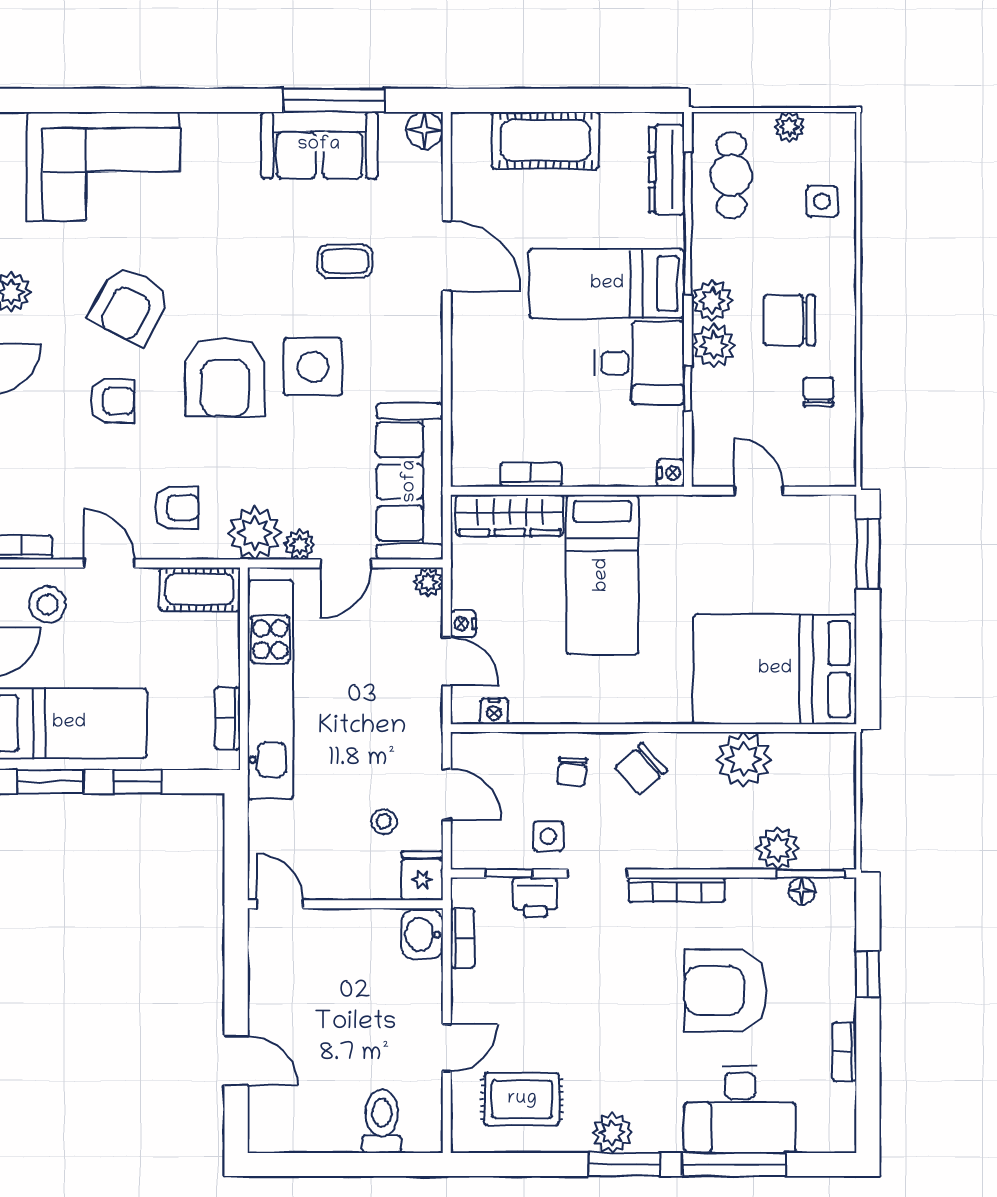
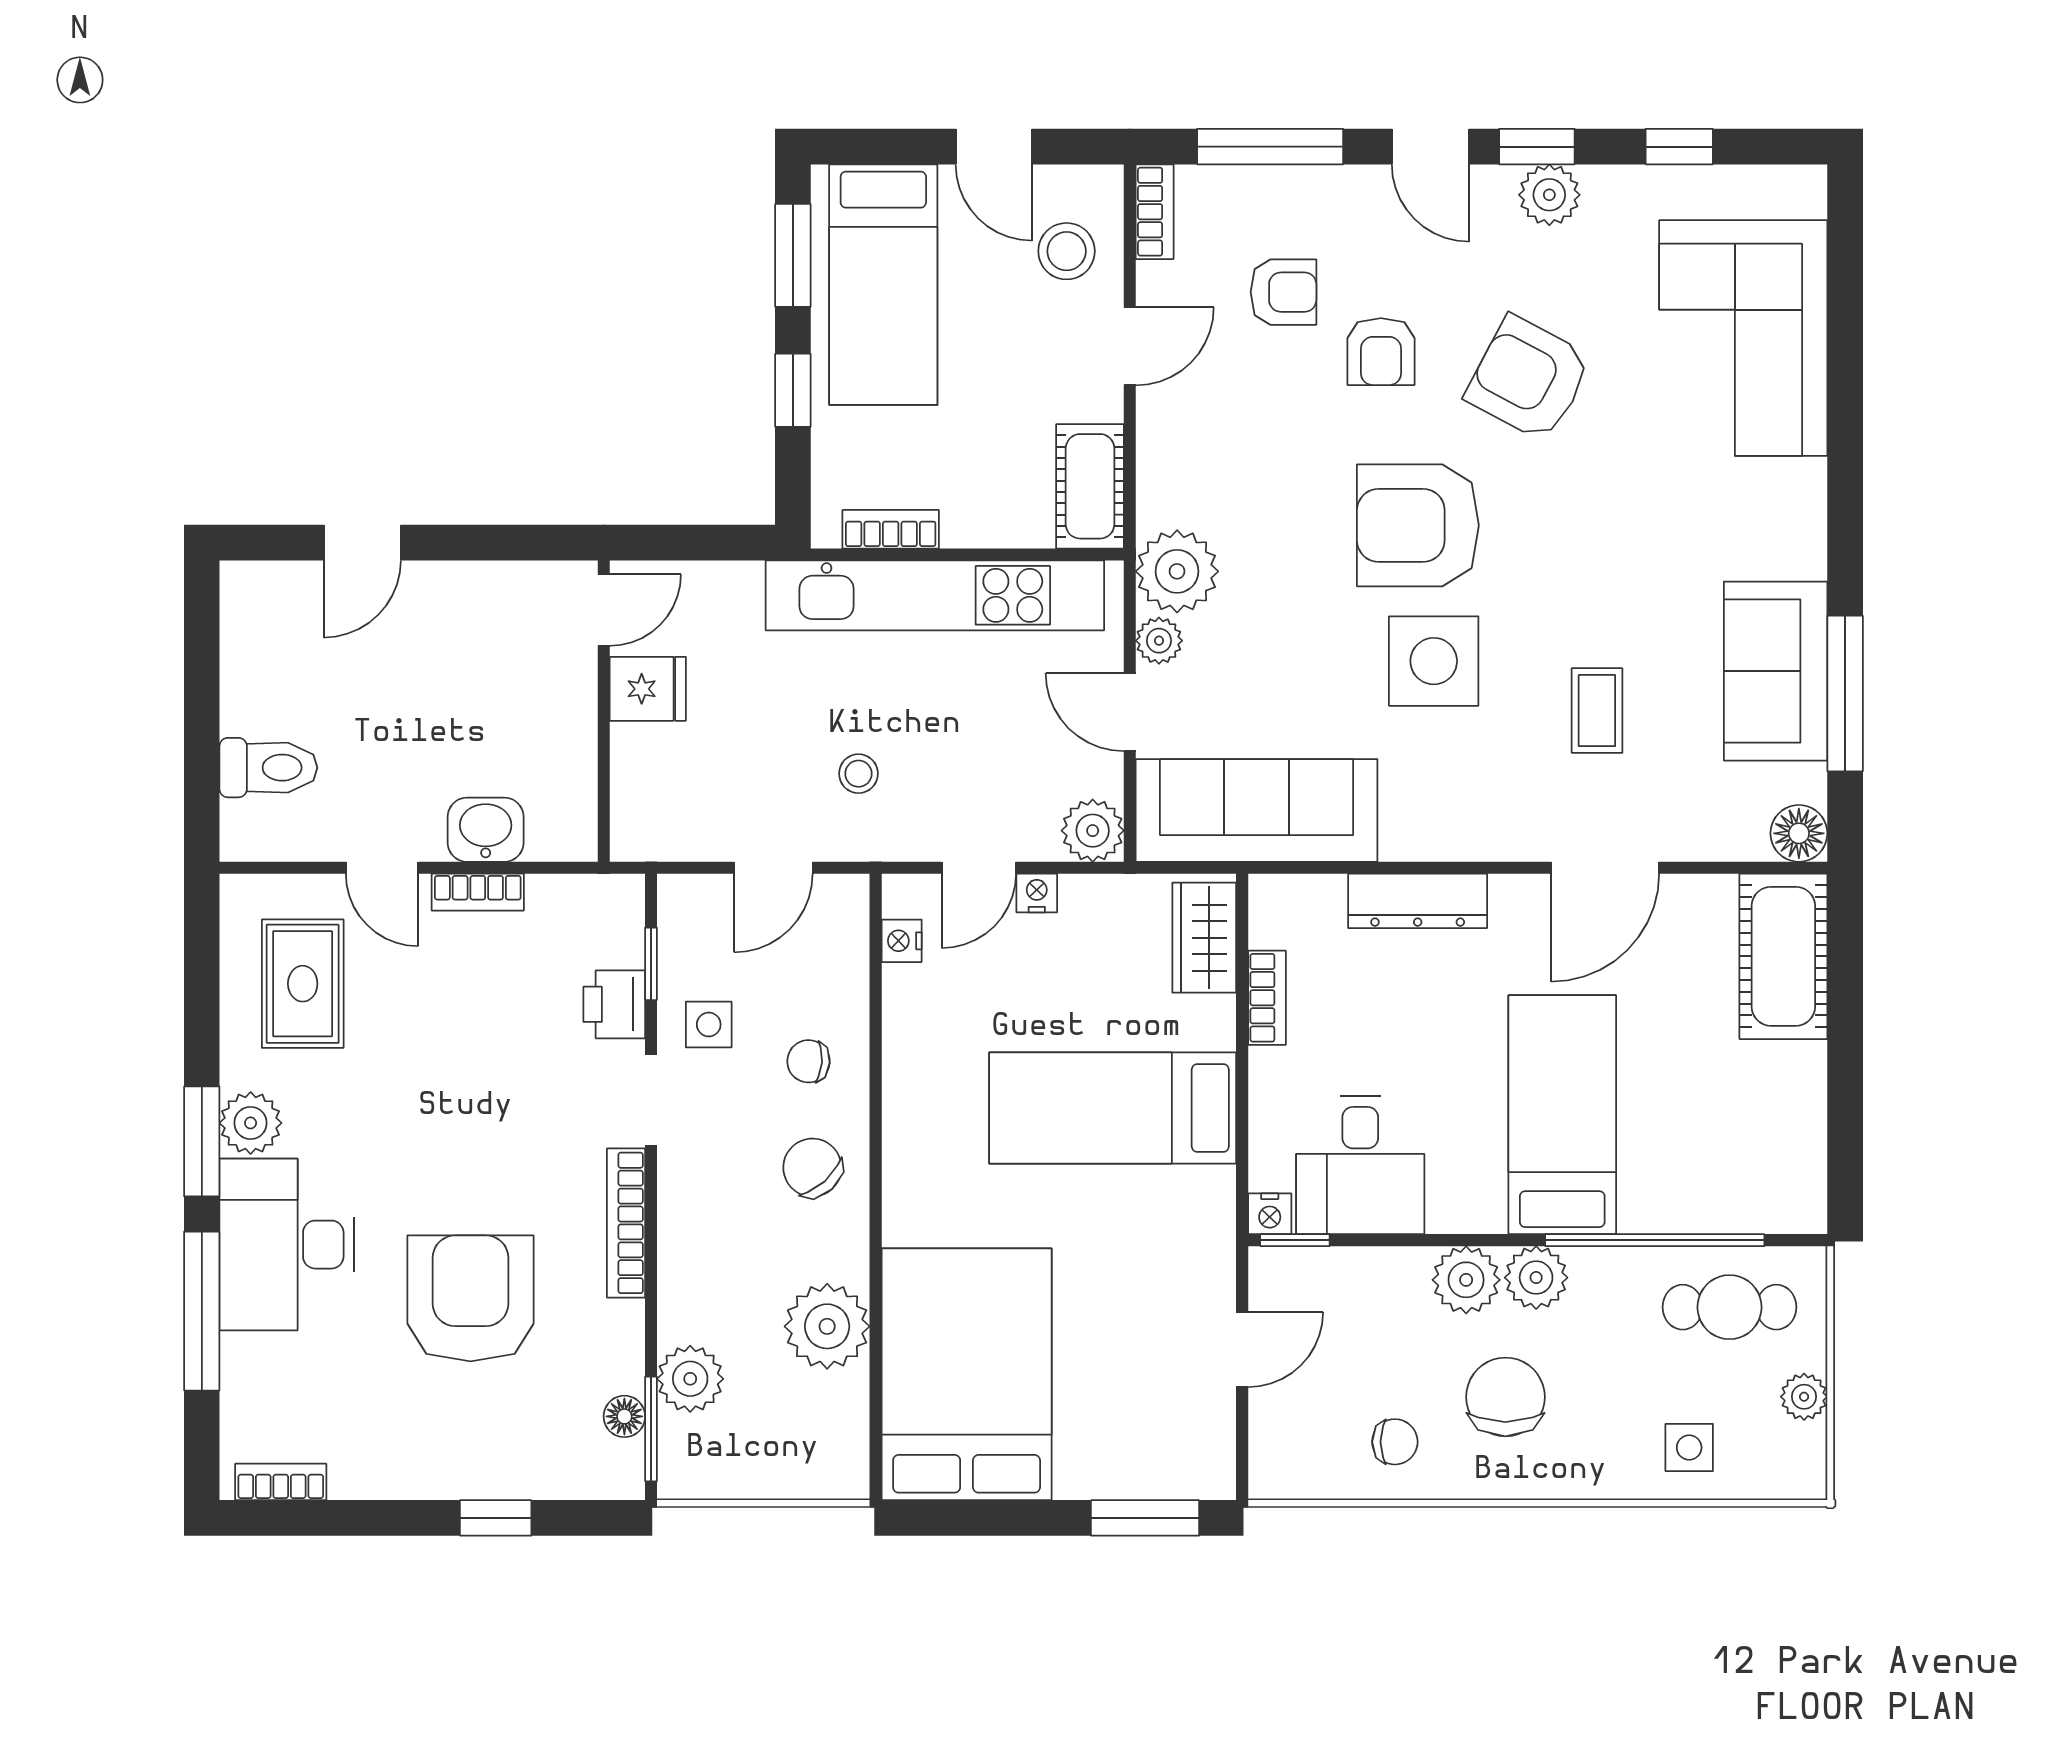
cot: (545, 140) -> (1783, 956), moved
dresser: (666, 170) -> (1418, 901), moved, turned 180
desk: (639, 363) -> (1360, 1165), moved
window: (688, 389) -> (1295, 1240), moved
armchair: (177, 507) -> (1284, 292), moved, turned -90
wardrobe: (510, 515) -> (1204, 938), width x0.67
plant: (428, 582) -> (1093, 831), width x1.38, depth x1.38
stool: (384, 821) -> (858, 774), moved
fridge: (422, 876) -> (648, 689), moved
washbasin: (422, 934) -> (486, 830), moved
bookcase: (463, 938) -> (478, 892), moved
bookcase: (844, 1052) -> (281, 1482), moved
desk: (740, 1109) -> (287, 1245), moved

